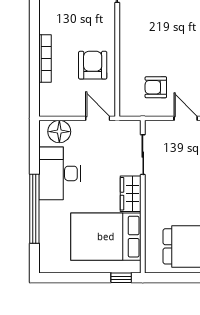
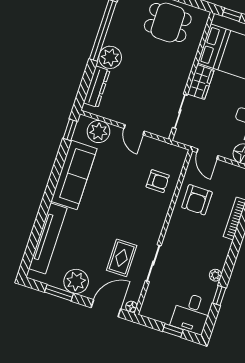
armchair: (156, 87) -> (158, 181), moved

